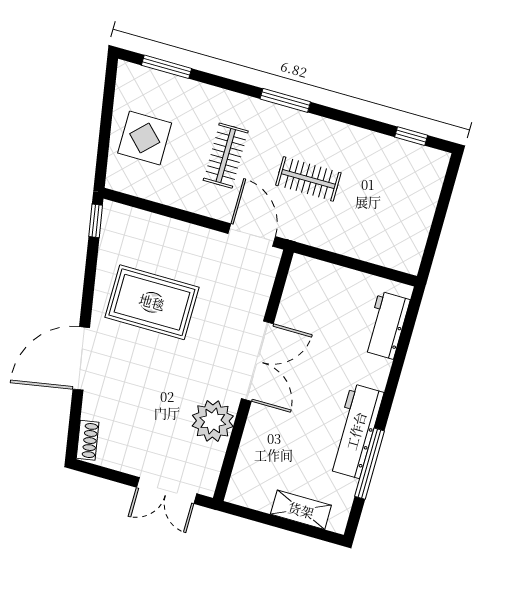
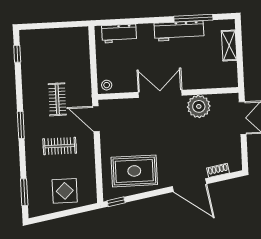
door: (252, 235) -> (96, 119), hinge flipped
stool: (304, 273) -> (107, 85), added
rug: (152, 302) -> (134, 171), moved, turned 90
shoe rack: (88, 440) -> (218, 170), moved

